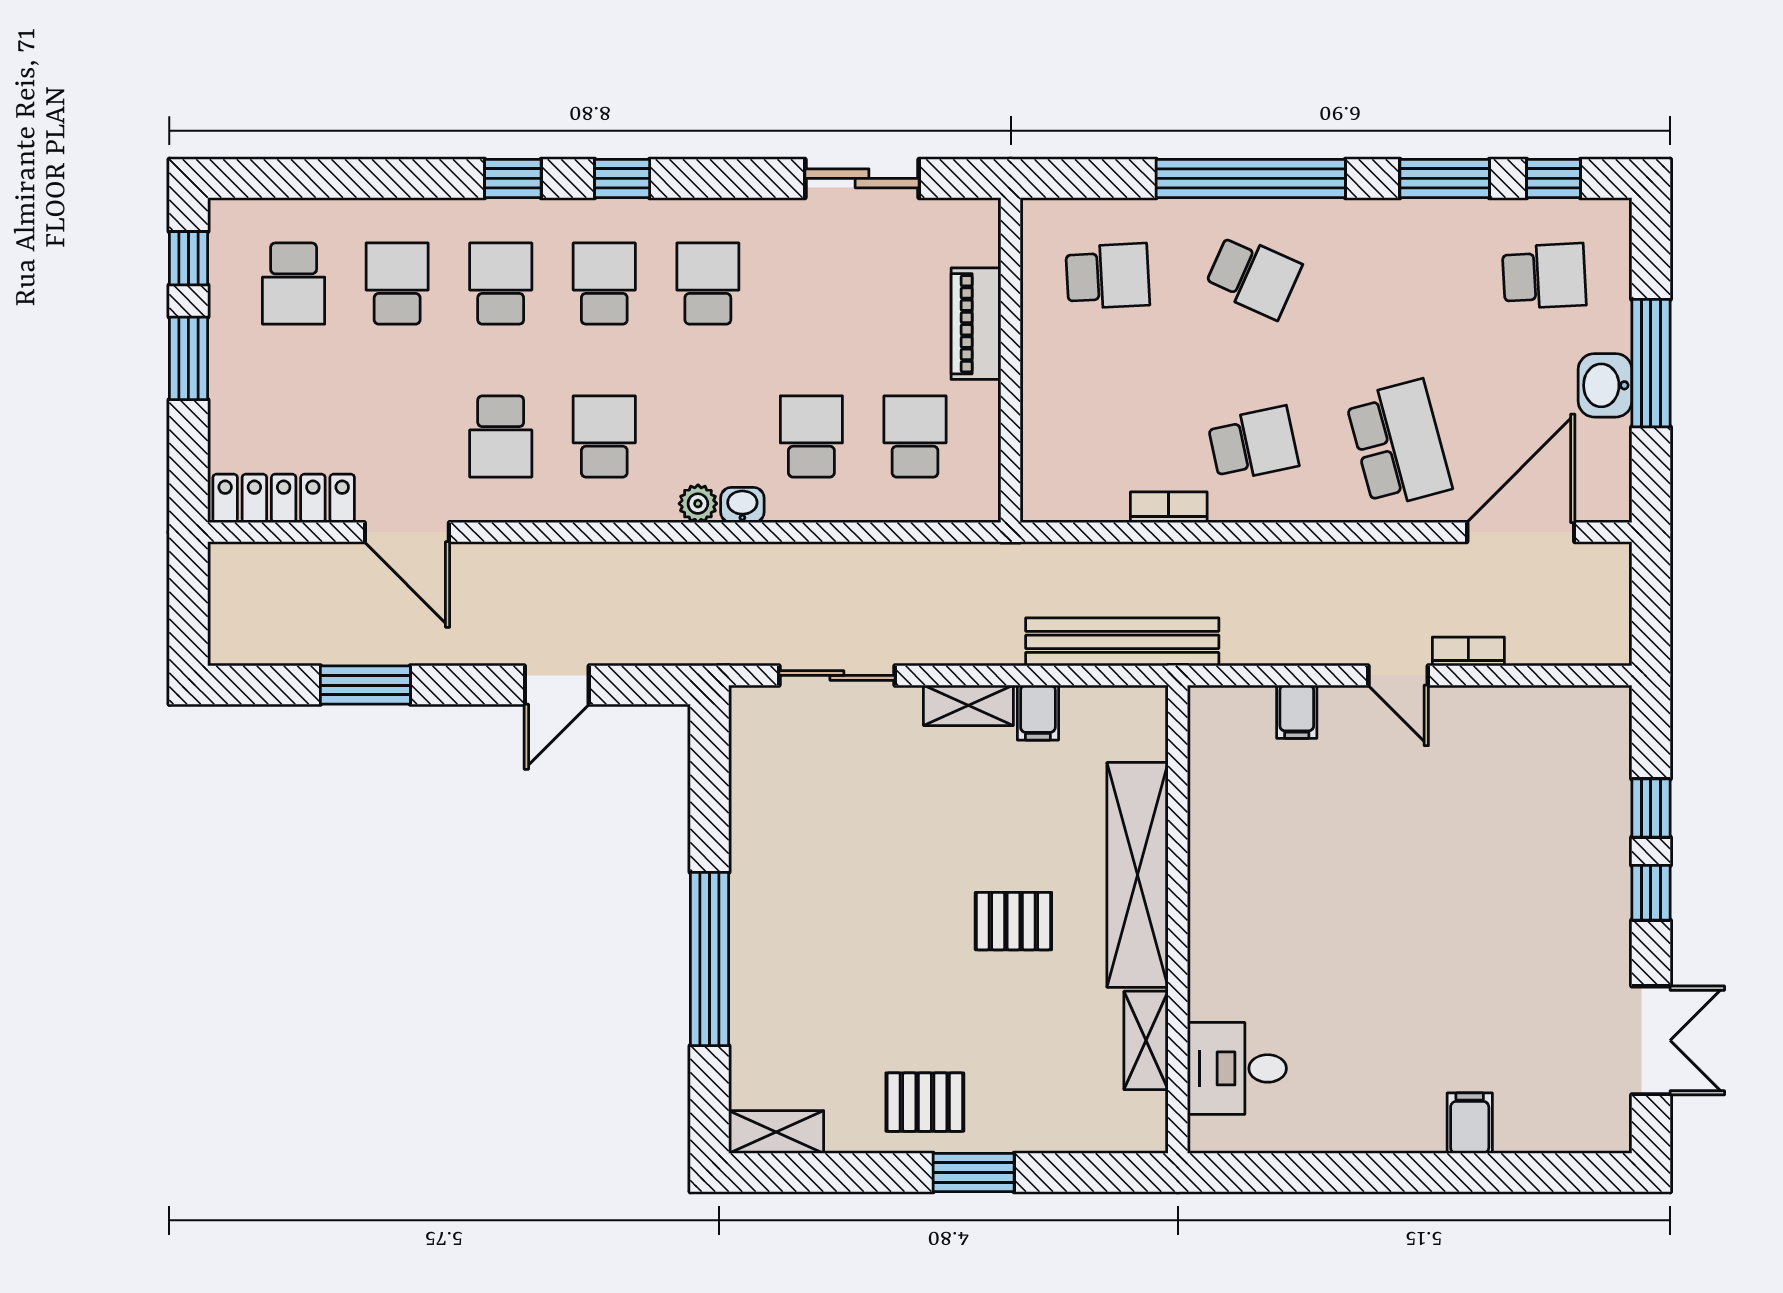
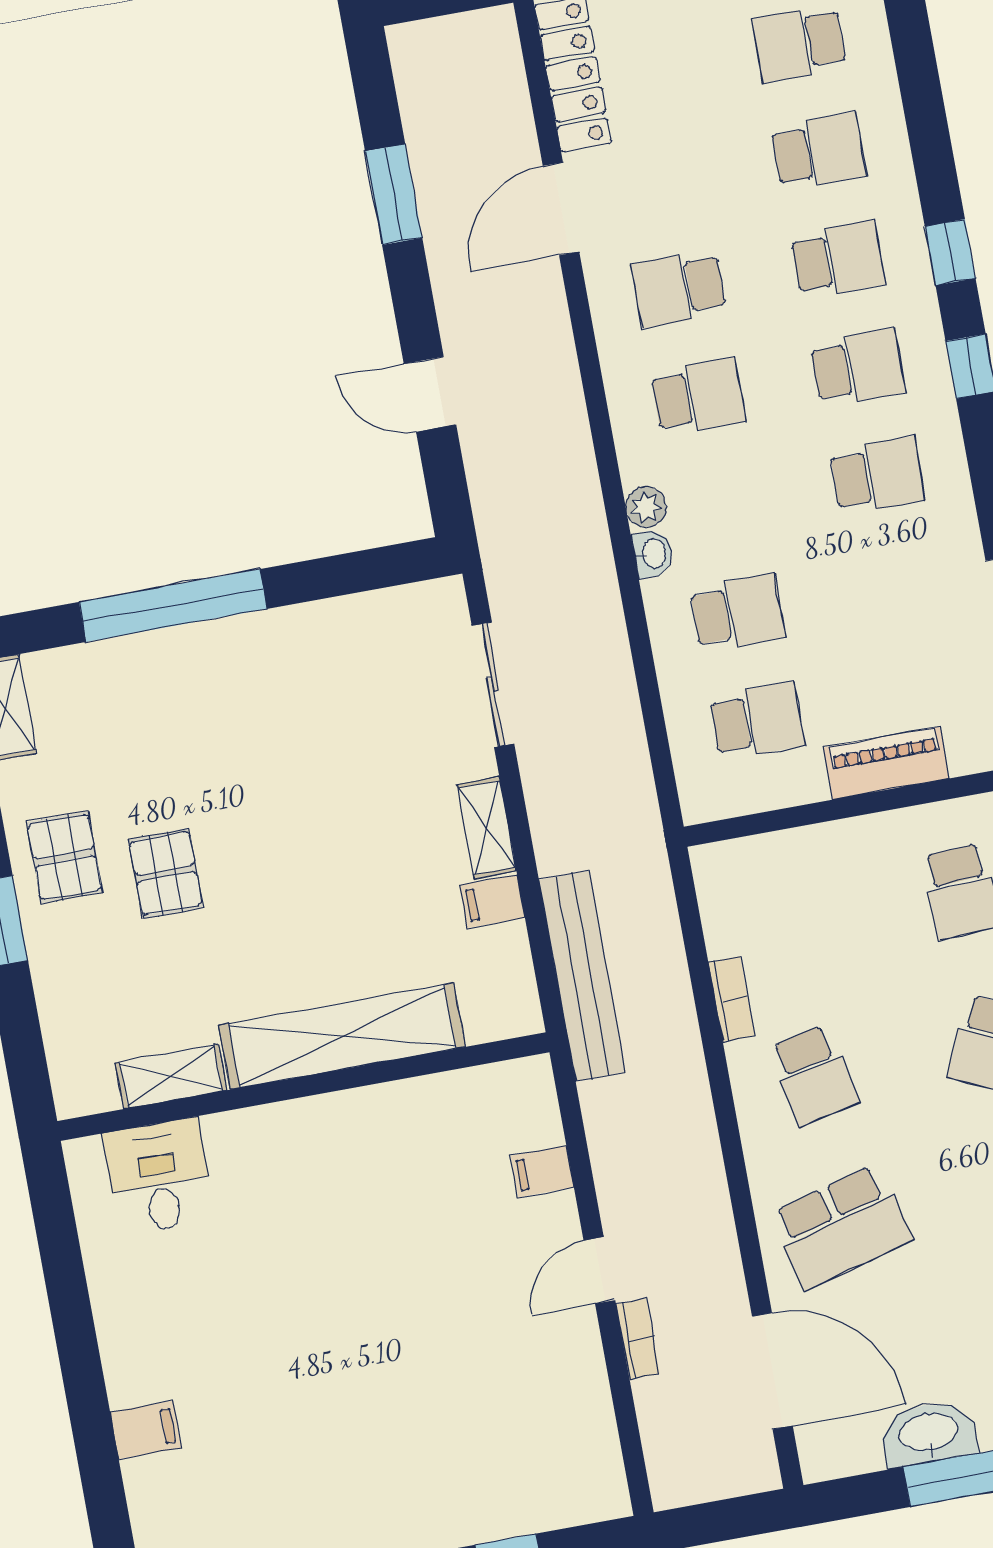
washbasin: (1605, 385) -> (929, 1433), width x1.38
pallet: (1013, 921) -> (166, 873), moved

